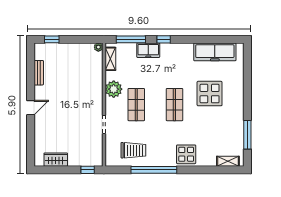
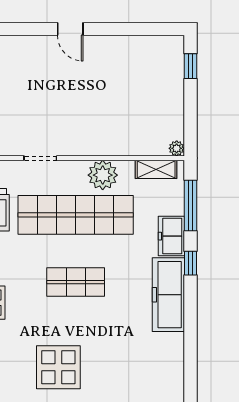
freezer: (215, 52) -> (168, 295), moved
bench: (39, 73) -> (132, 43), removed
display table: (210, 94) -> (58, 367), moved
shop shelf: (136, 105) -> (76, 215), width x2.00, depth x1.36

